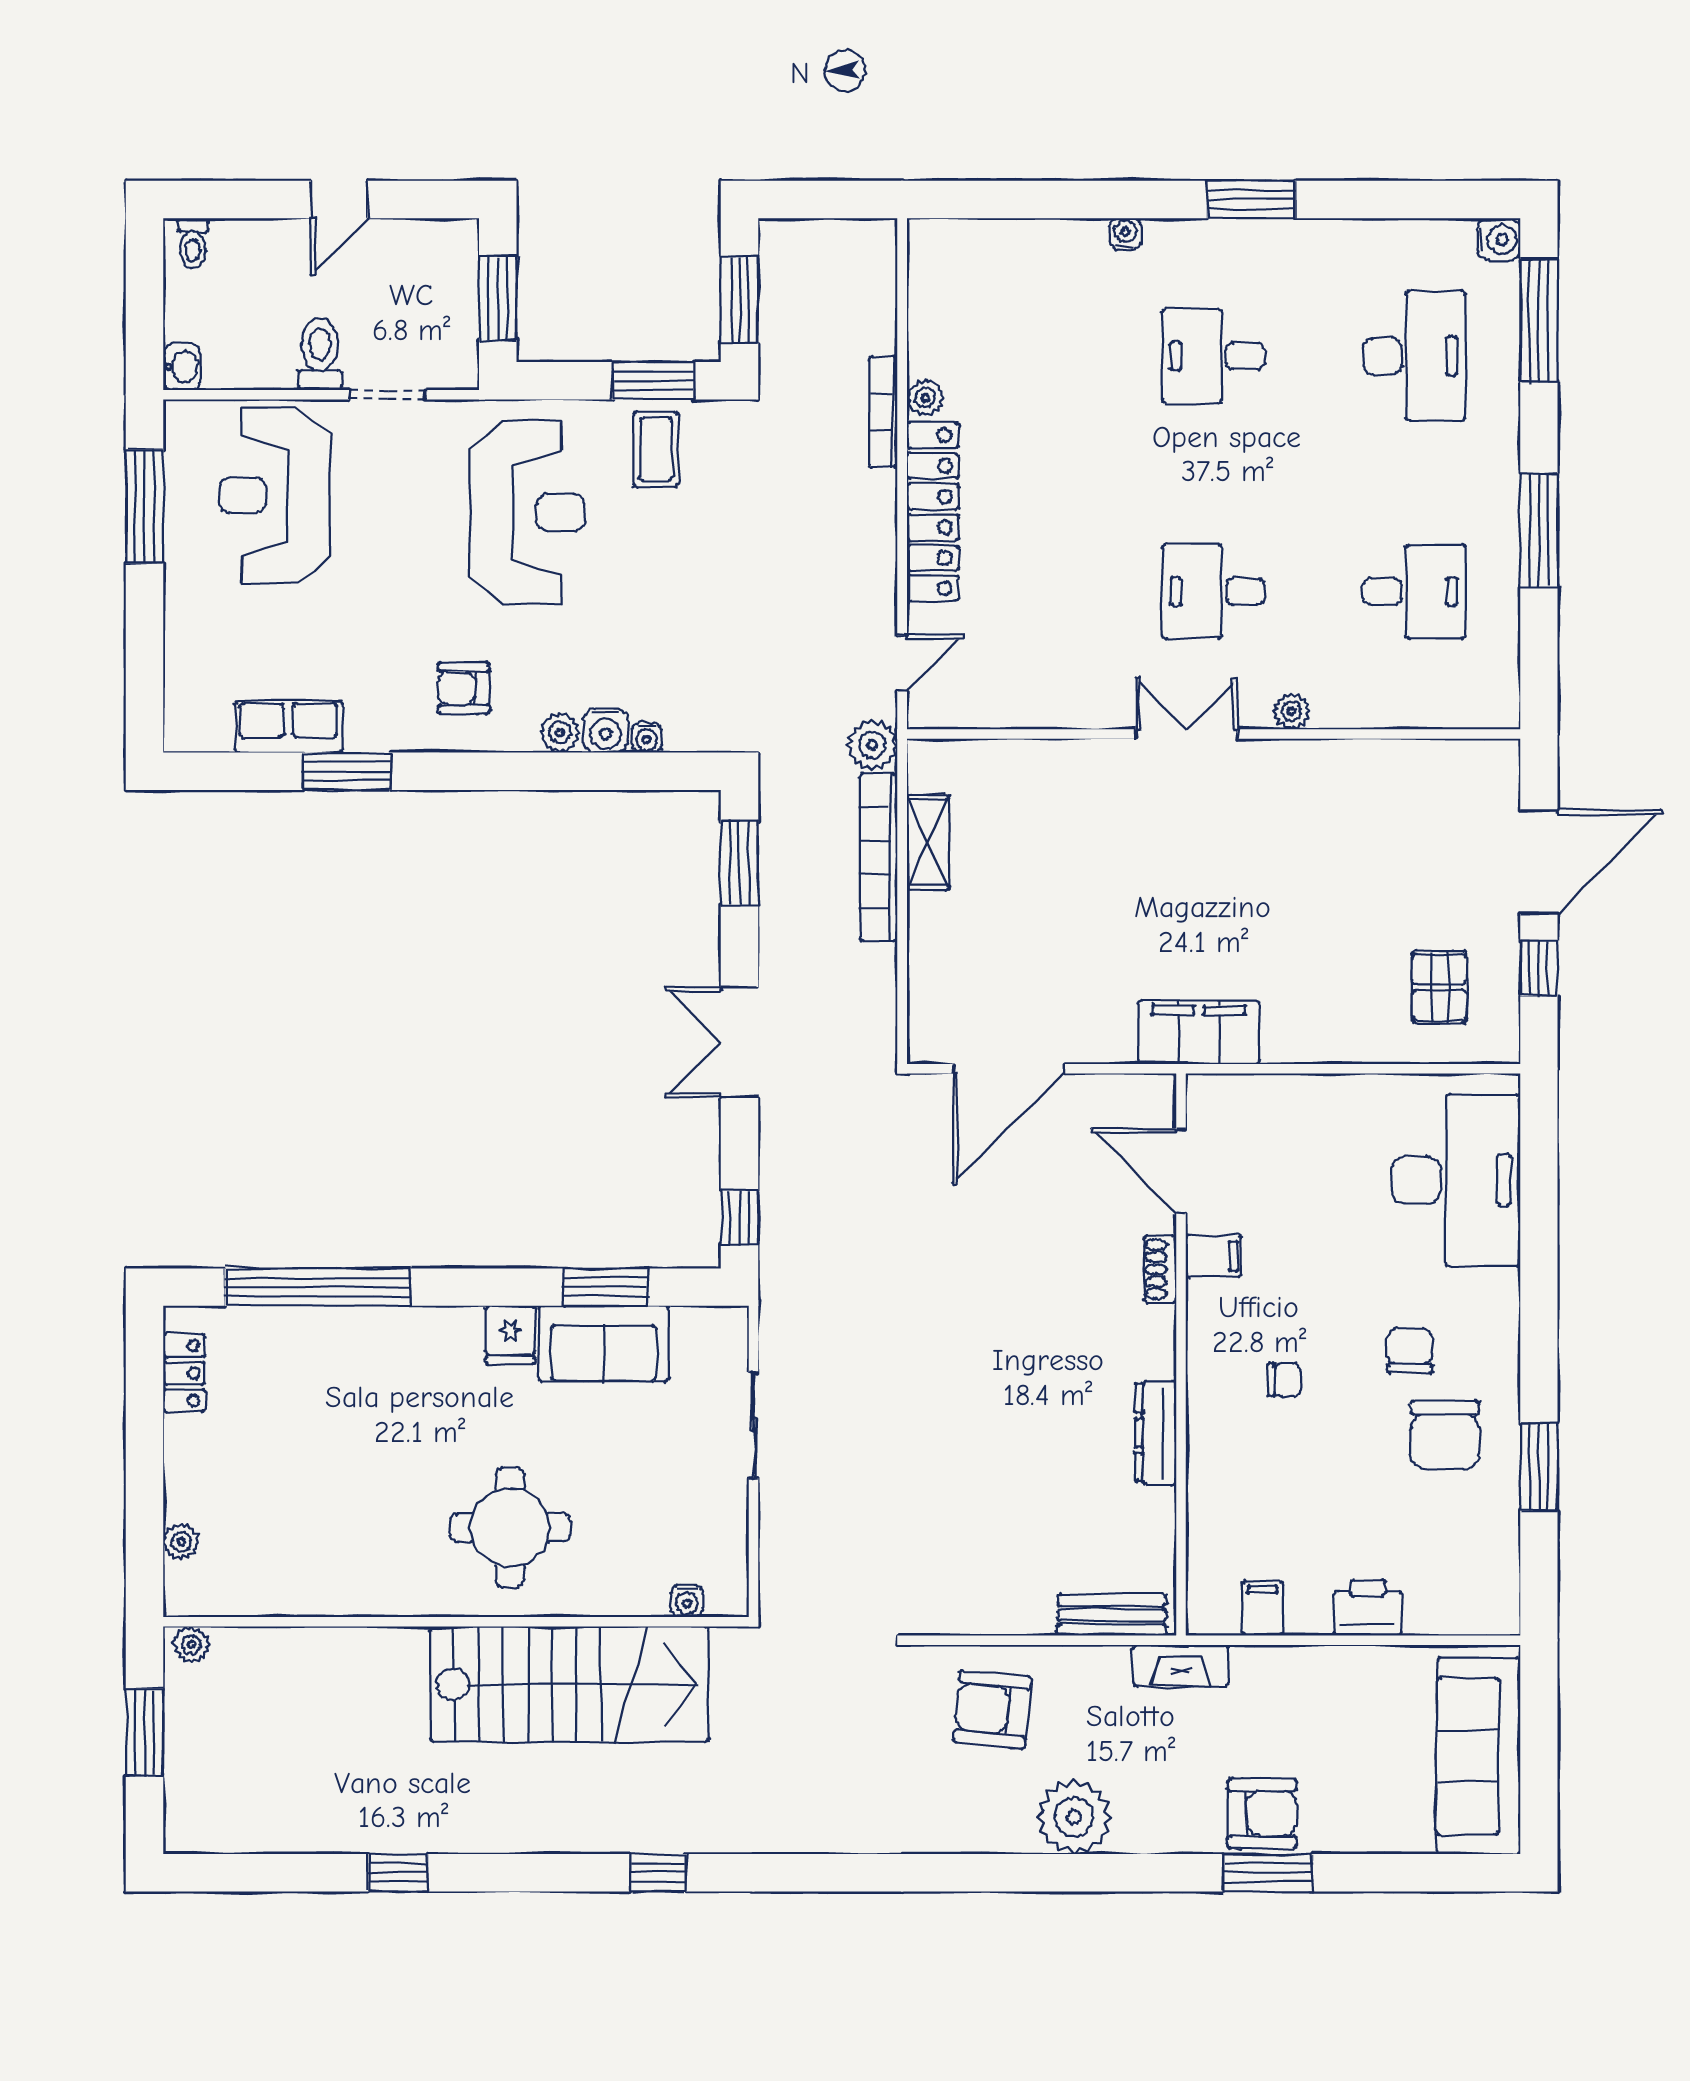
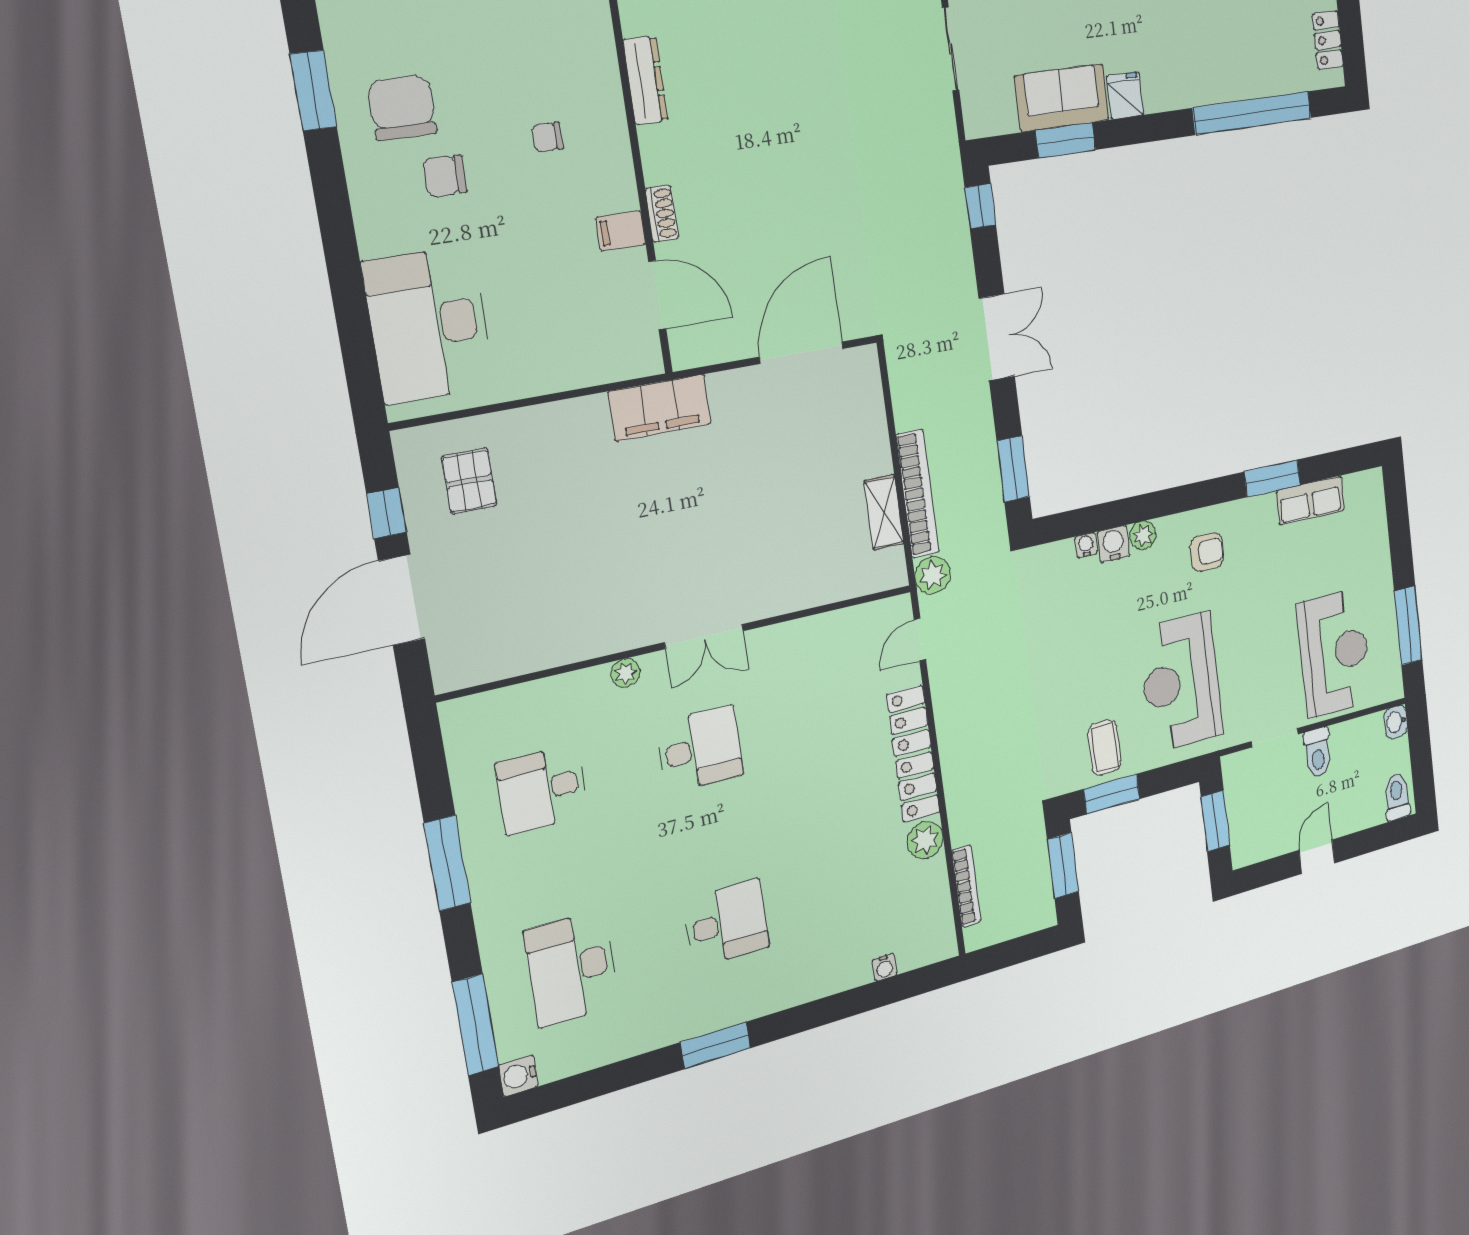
water cooler: (1125, 234) -> (885, 967), moved
toilet: (193, 243) -> (1397, 797), width x1.37, depth x1.39
plant: (925, 398) -> (925, 840), width x1.38, depth x1.38
bookcase: (883, 412) -> (966, 886), moved
chair: (1410, 1351) -> (445, 176), turned 90

